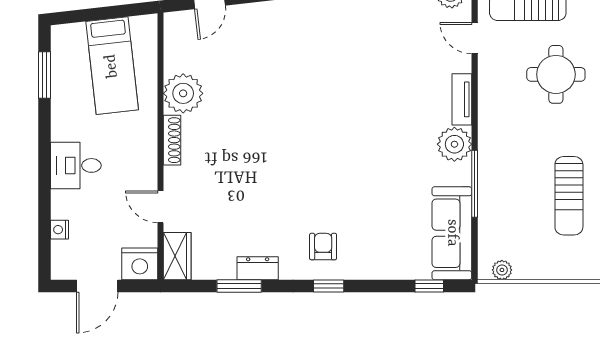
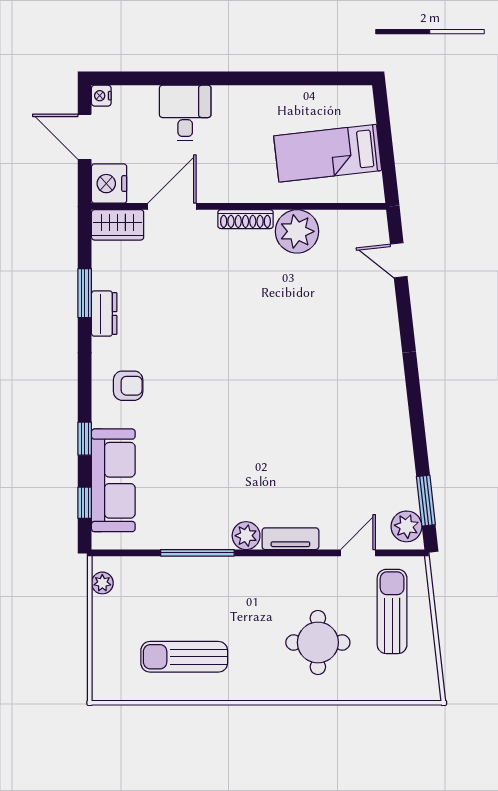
window: (44, 75) -> (317, 78), removed
plant: (454, 144) -> (246, 536), width x0.73, depth x0.73
desk: (76, 165) -> (185, 113), moved
door: (161, 207) -> (172, 206), width x1.38
nightstand: (59, 230) -> (101, 96), moved, turned -90
sofa: (452, 233) -> (113, 480), moved, turned 90
window: (329, 286) -> (85, 439), moved

